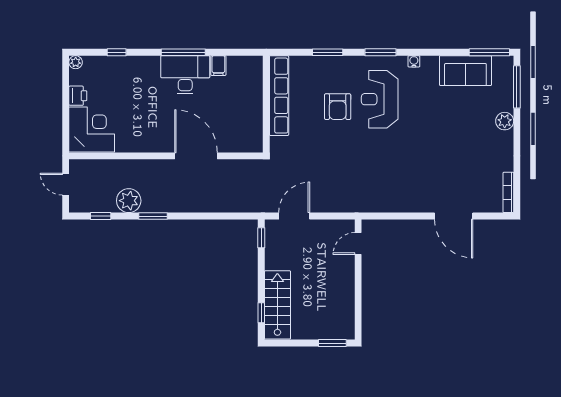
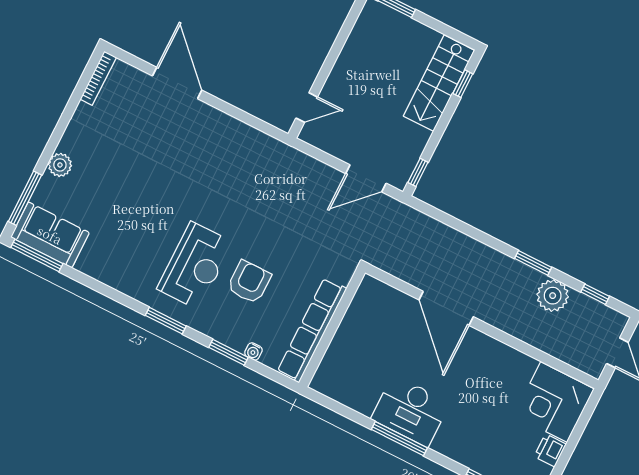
water cooler: (414, 61) -> (253, 351), moved
filing cabinet: (218, 66) -> (366, 402), removed
sofa: (465, 71) -> (50, 235), moved

